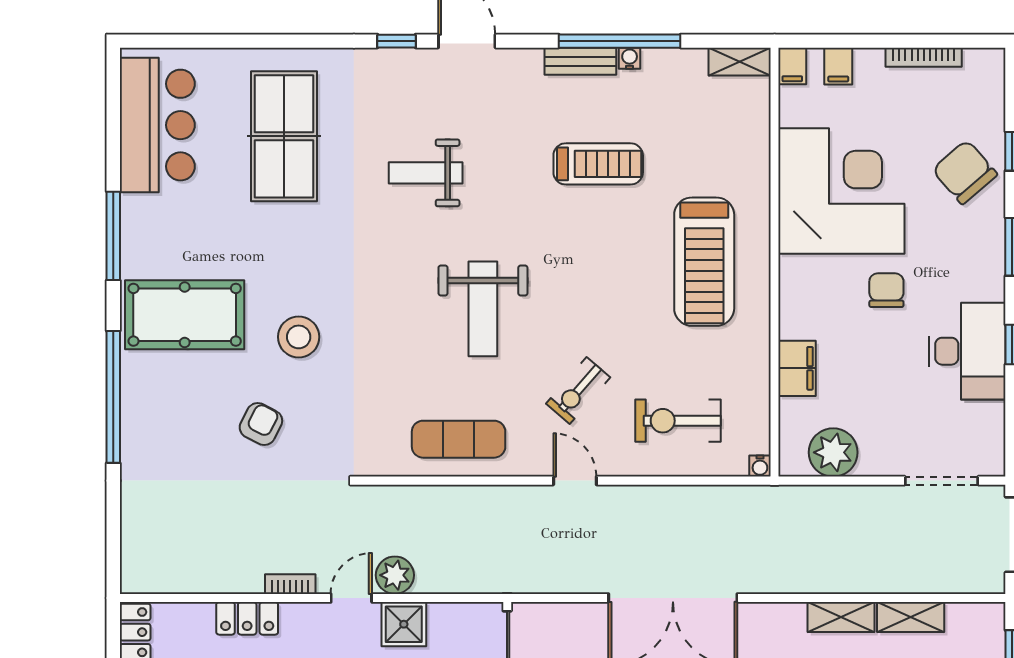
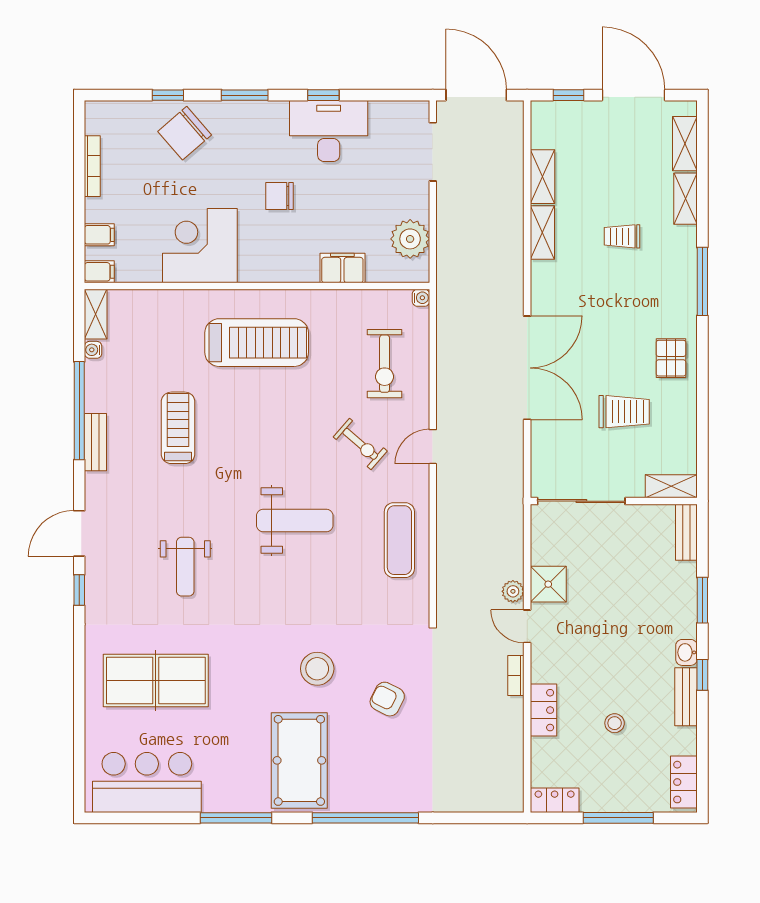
water cooler: (630, 58) -> (93, 350), moved
corner desk: (841, 191) -> (200, 246), width x0.74, depth x0.74
plant: (395, 575) -> (513, 591), width x0.73, depth x0.73

